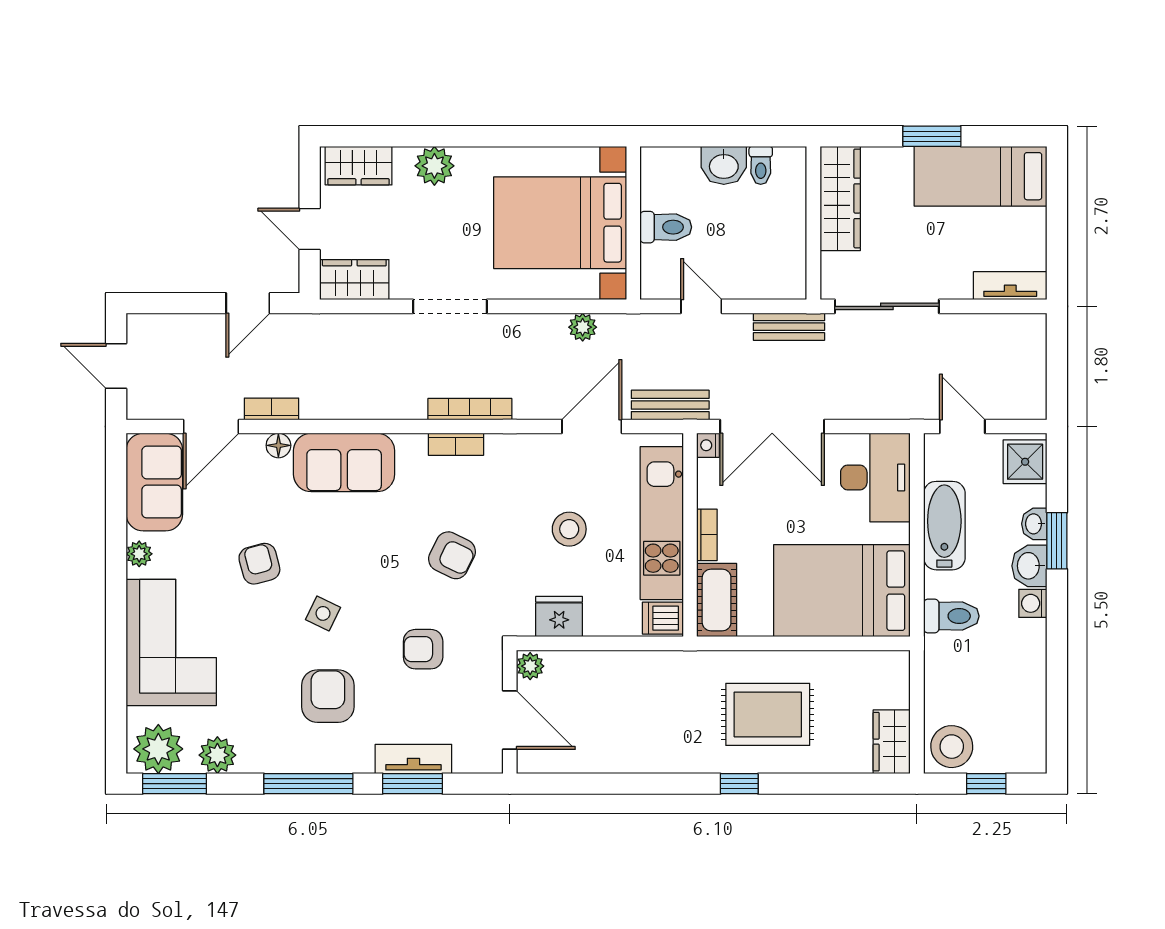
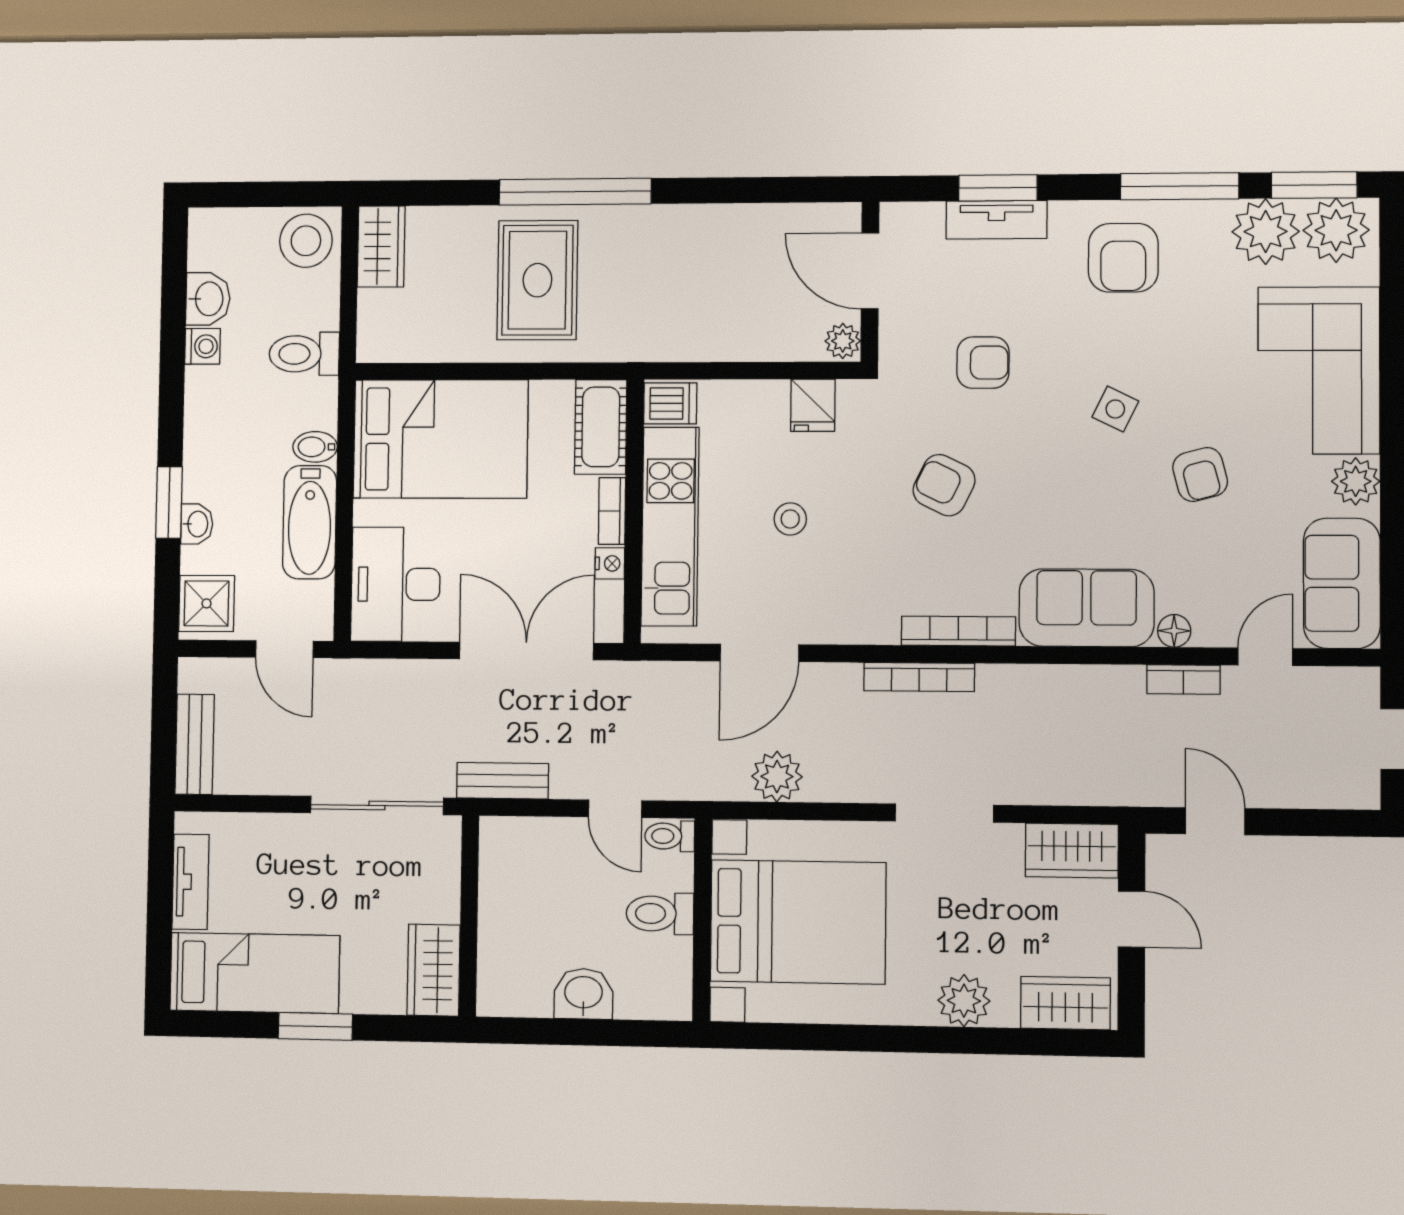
toilet: (761, 165) -> (670, 836), moved, turned -90
wardrobe: (840, 198) -> (434, 970), width x0.67
tv unit: (1010, 286) -> (191, 882), moved, turned -90
door: (248, 303) -> (1215, 821), hinge flipped
plant: (583, 327) -> (777, 777), width x1.38, depth x1.38
bench: (670, 405) -> (195, 744), moved, turned 90
door: (211, 427) -> (1265, 657), width x0.73
bookcase: (456, 444) -> (958, 631), width x1.56
nightstand: (708, 445) -> (610, 563), moved
stool: (569, 529) -> (790, 519), width x0.73, depth x0.73
plant: (139, 554) -> (1356, 481), width x1.38, depth x1.38
washbasin: (1029, 566) -> (208, 299), moved
bidet: (941, 584) -> (315, 447), added
washing machine: (1033, 603) -> (202, 346), moved
toilet: (951, 616) -> (304, 354), moved
fridge: (559, 617) -> (813, 405), width x0.72
armchair: (328, 696) -> (1123, 258), moved
rug: (768, 714) -> (537, 280), turned 90
plant: (217, 755) -> (1266, 232), width x1.36, depth x1.36
window: (308, 784) -> (1180, 186), moved
window: (739, 784) -> (575, 192), width x3.17
window: (986, 784) -> (264, 194), removed

